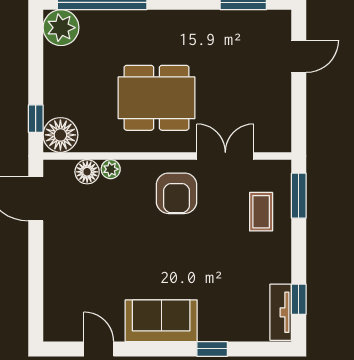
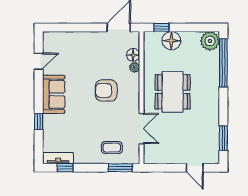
floor lamp: (60, 135) -> (171, 41), moved
armchair: (177, 193) -> (106, 90), moved

